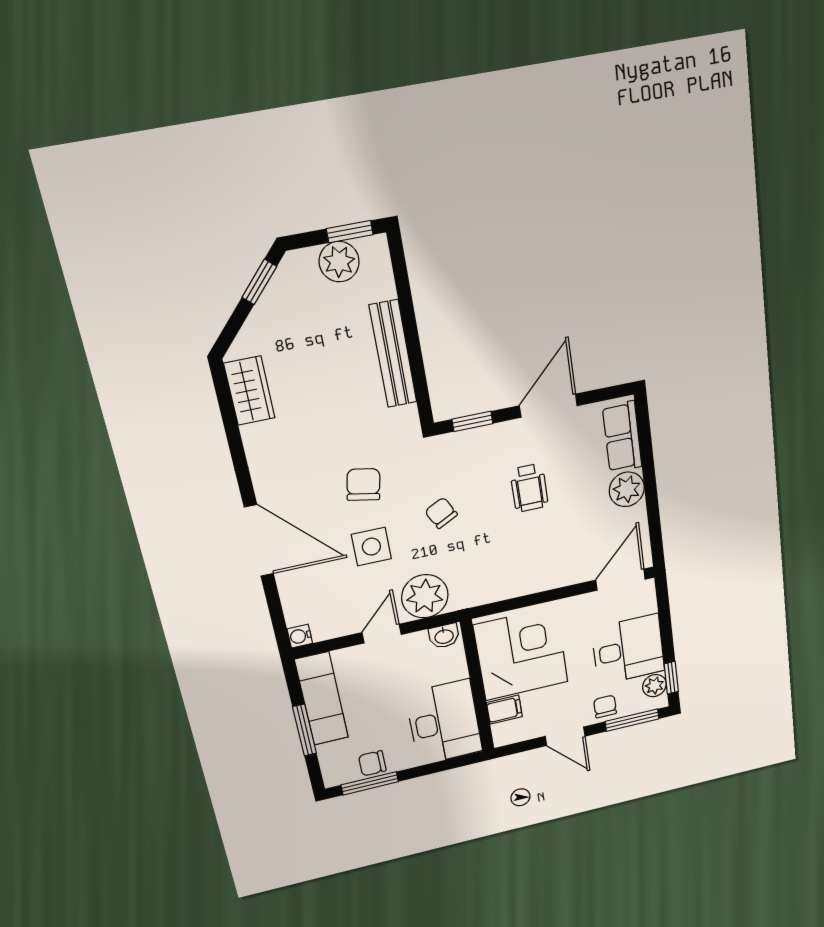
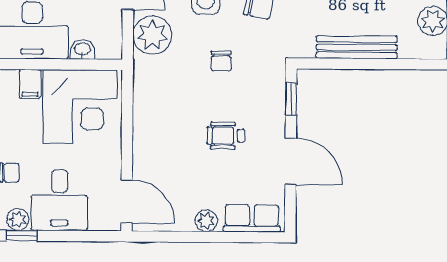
plant: (627, 489) -> (206, 221), width x0.73, depth x0.73
chair: (441, 513) -> (221, 61), turned 117
washbasin: (444, 636) -> (83, 49), moved, turned 90

